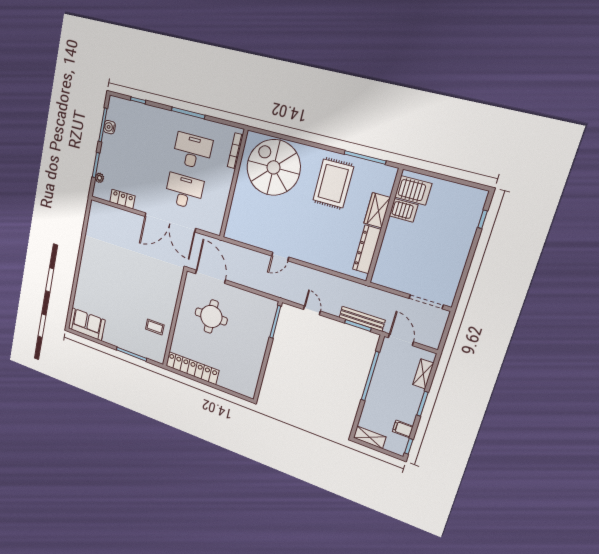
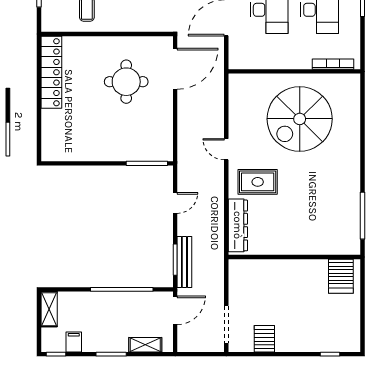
spiral stairs: (273, 167) -> (300, 119), moved, turned 180
rug: (333, 183) -> (258, 182), moved, width x0.73, depth x0.70
wardrobe: (377, 210) -> (310, 245), removed
server rack: (404, 210) -> (264, 339), moved, turned 180
dresser: (367, 249) -> (238, 225), moved, turned 90

